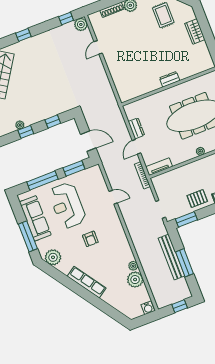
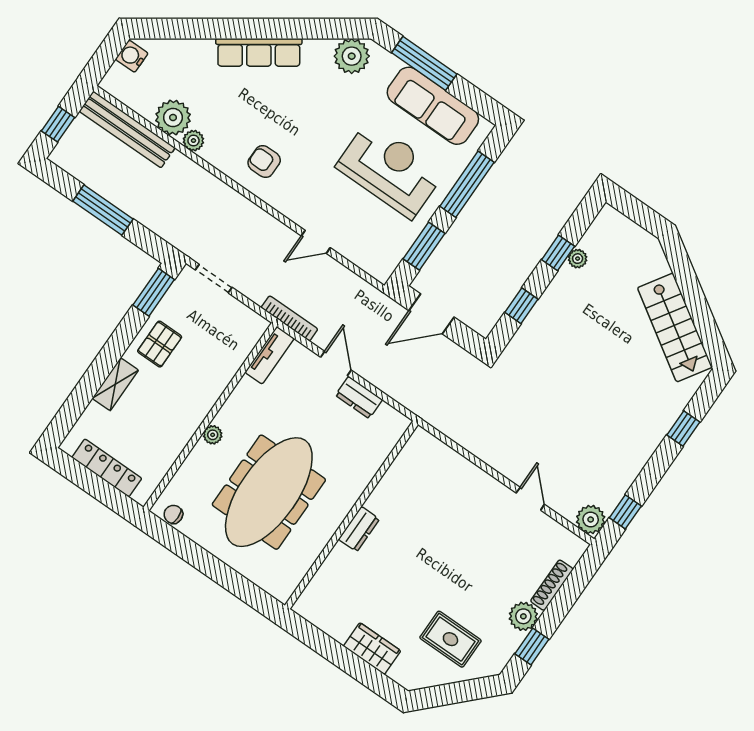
armchair: (90, 239) -> (264, 162), moved
bench: (172, 257) -> (127, 129), moved
water cooler: (148, 308) -> (132, 56), moved

